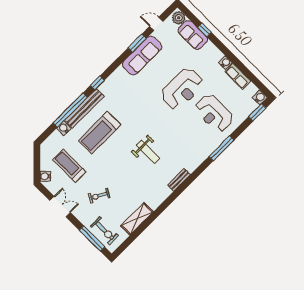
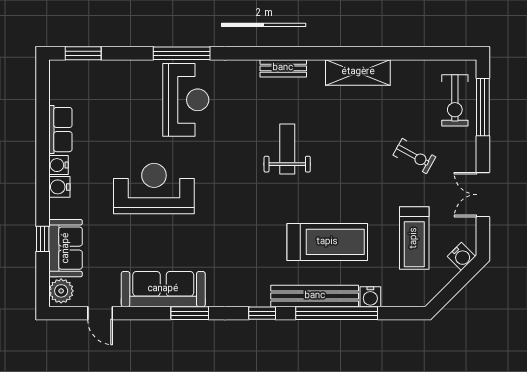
window: (137, 43) -> (190, 313), moved
water cooler: (260, 98) -> (59, 187), moved
reception desk: (214, 113) -> (186, 100), moved
shelving: (137, 219) -> (358, 72), moved
exercise bike: (105, 231) -> (455, 100), turned 180

